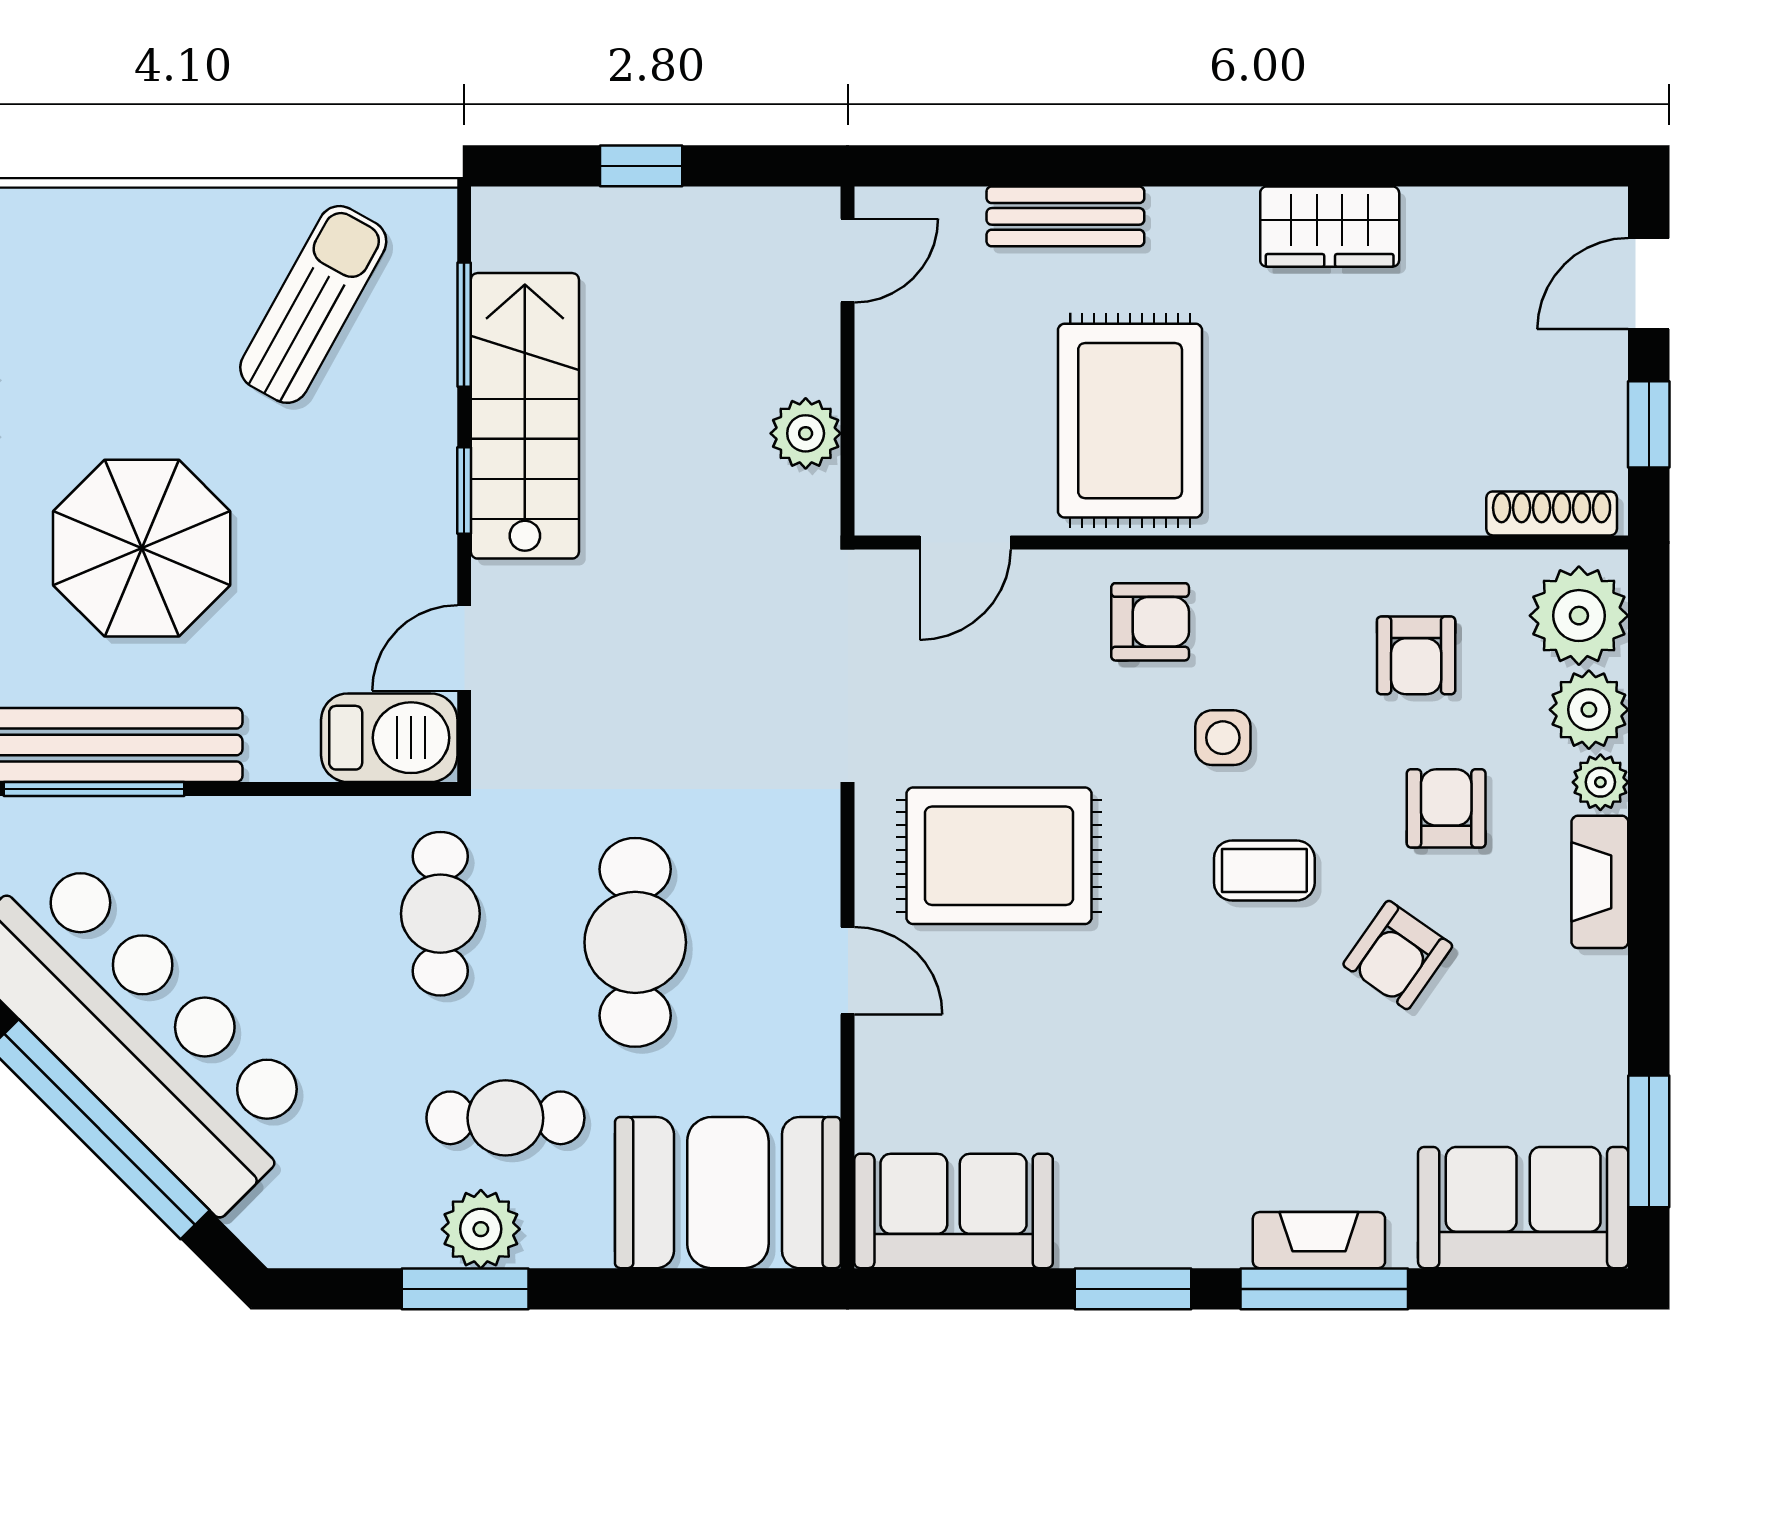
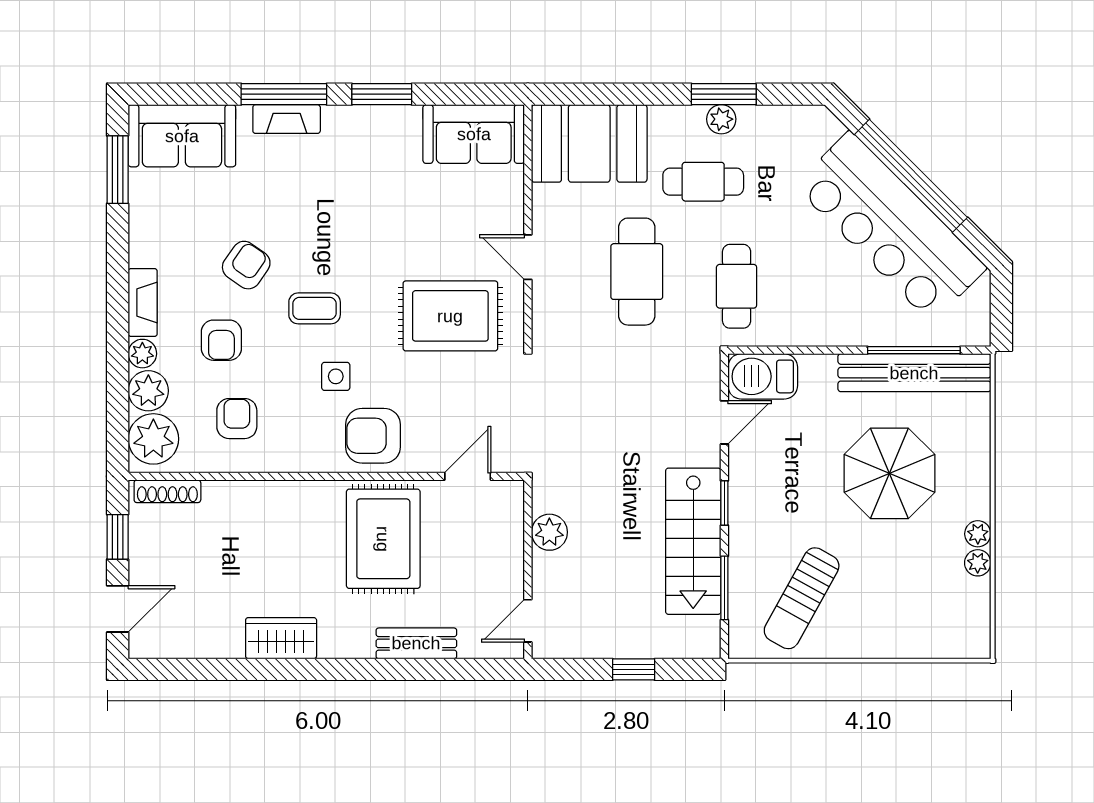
armchair: (1150, 622) -> (373, 436), width x1.38, depth x1.38
plant: (481, 1229) -> (721, 119), width x0.73, depth x0.73

